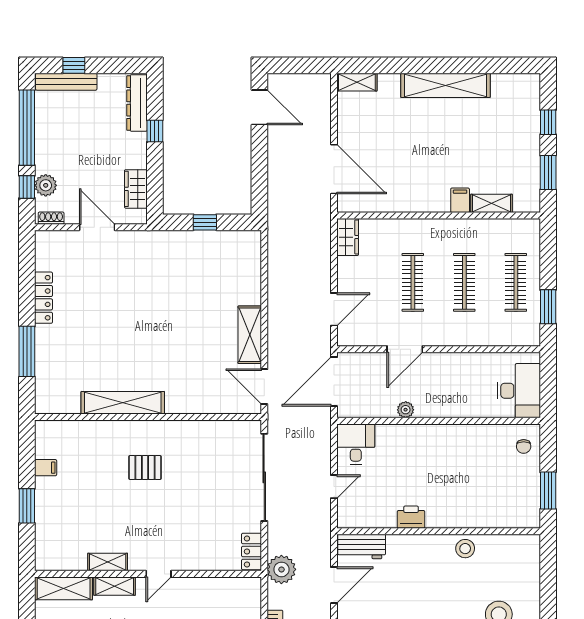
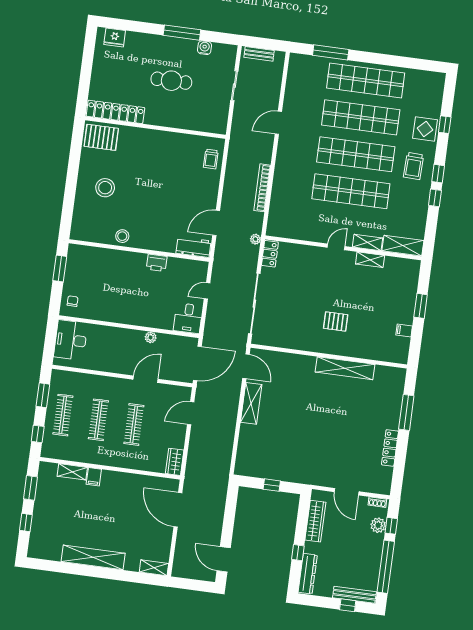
wardrobe: (136, 189) -> (315, 521), width x1.50
window: (548, 251) -> (38, 434), added
plant: (281, 569) -> (255, 239), width x0.53, depth x0.53

